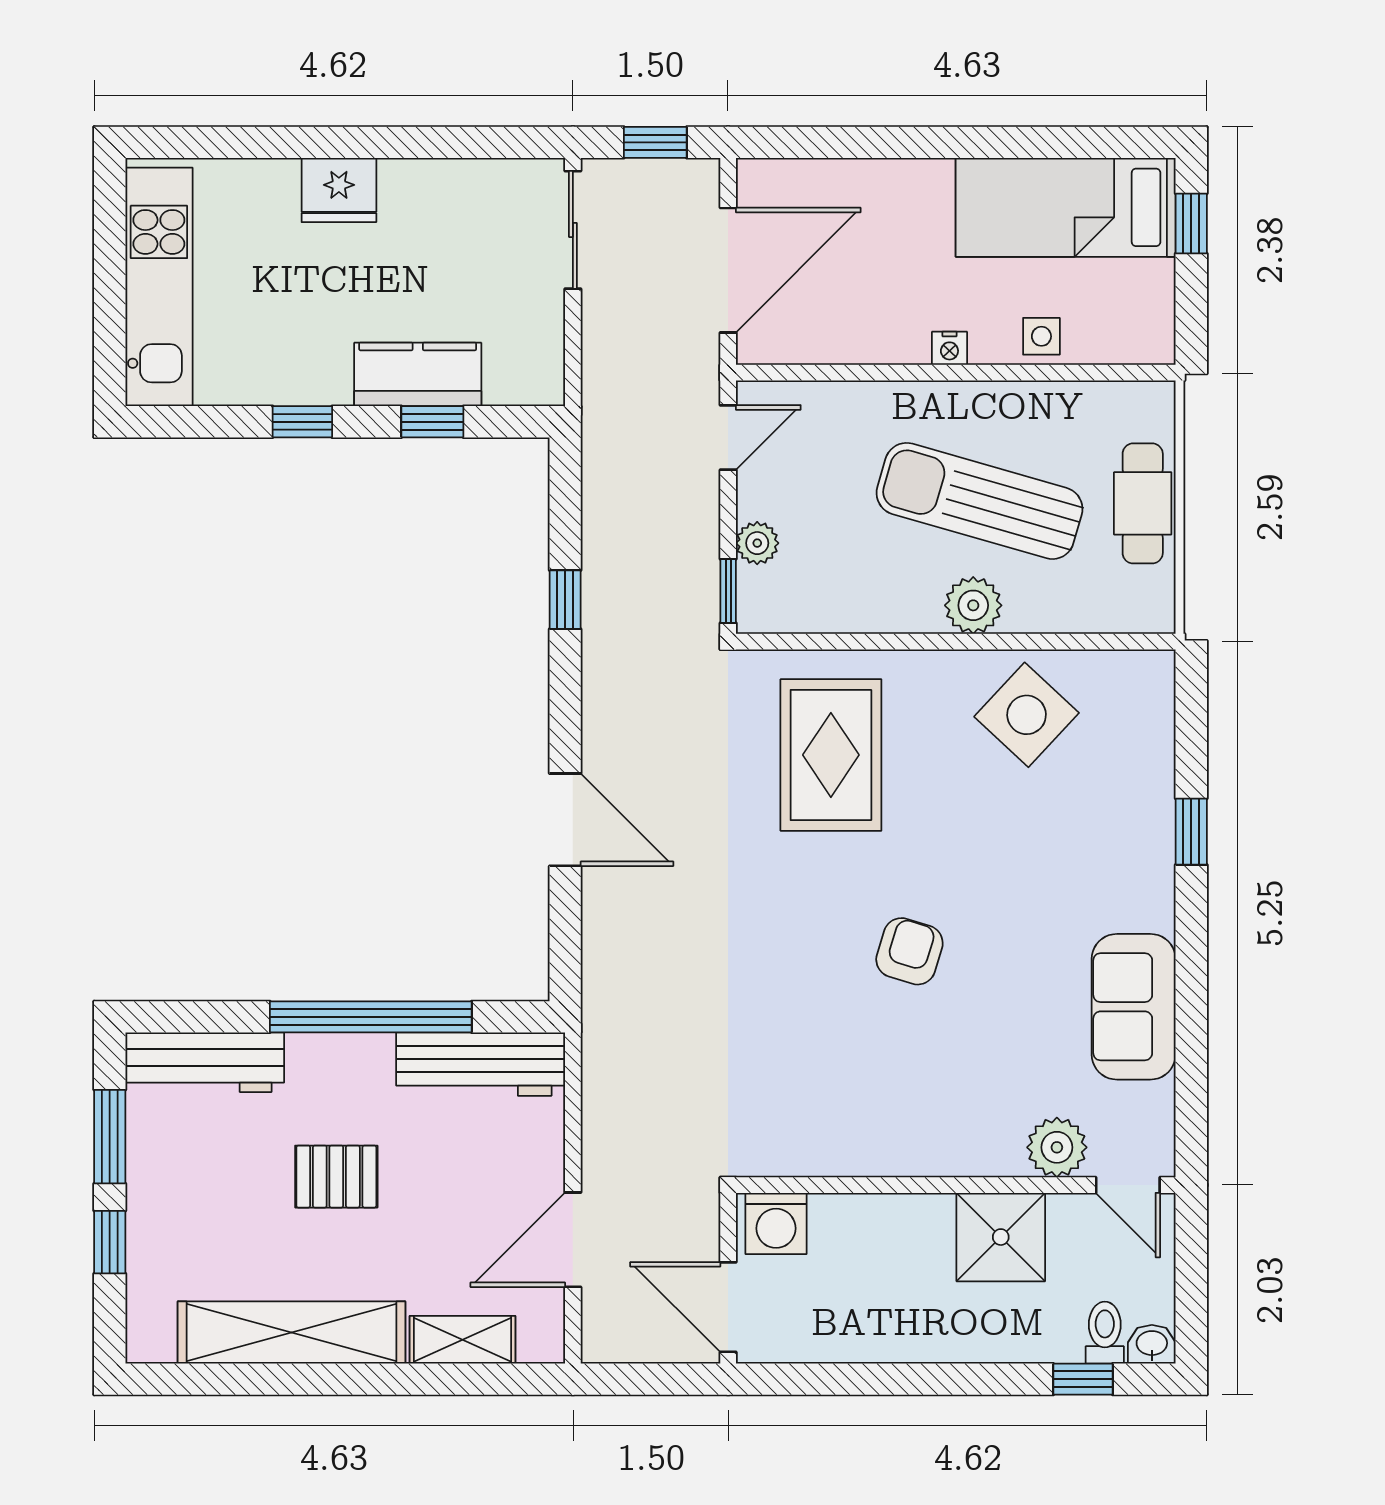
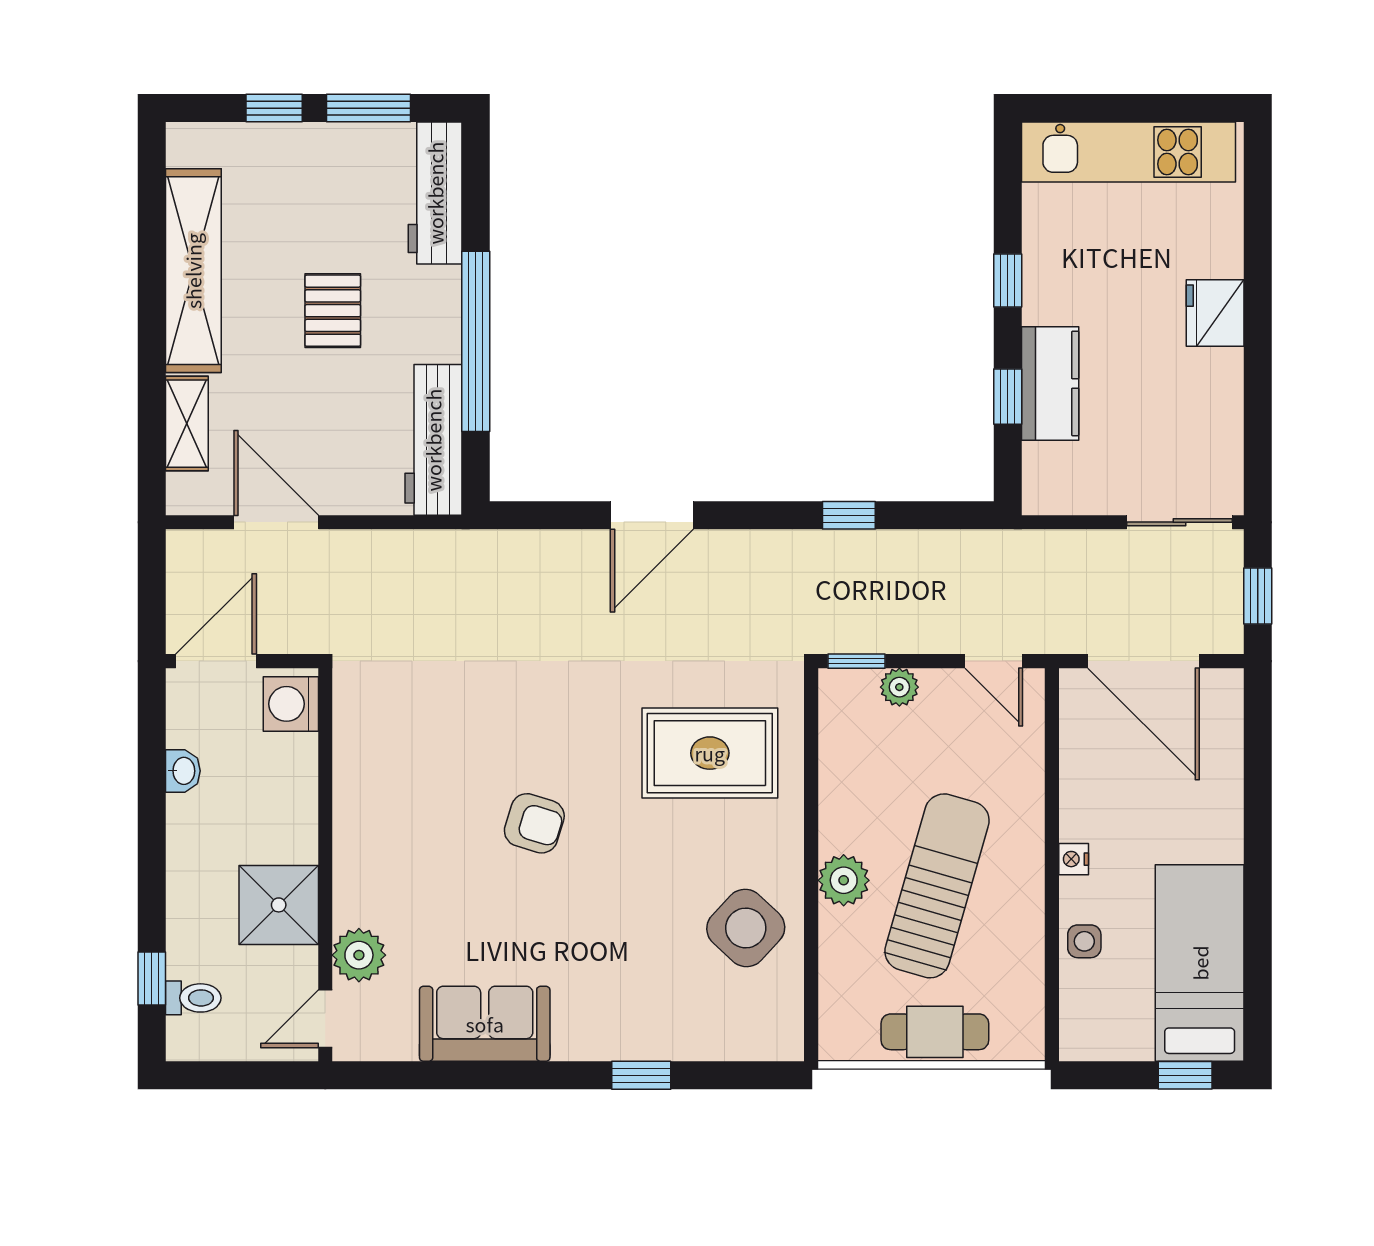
washbasin: (1152, 1344) -> (183, 771), moved

